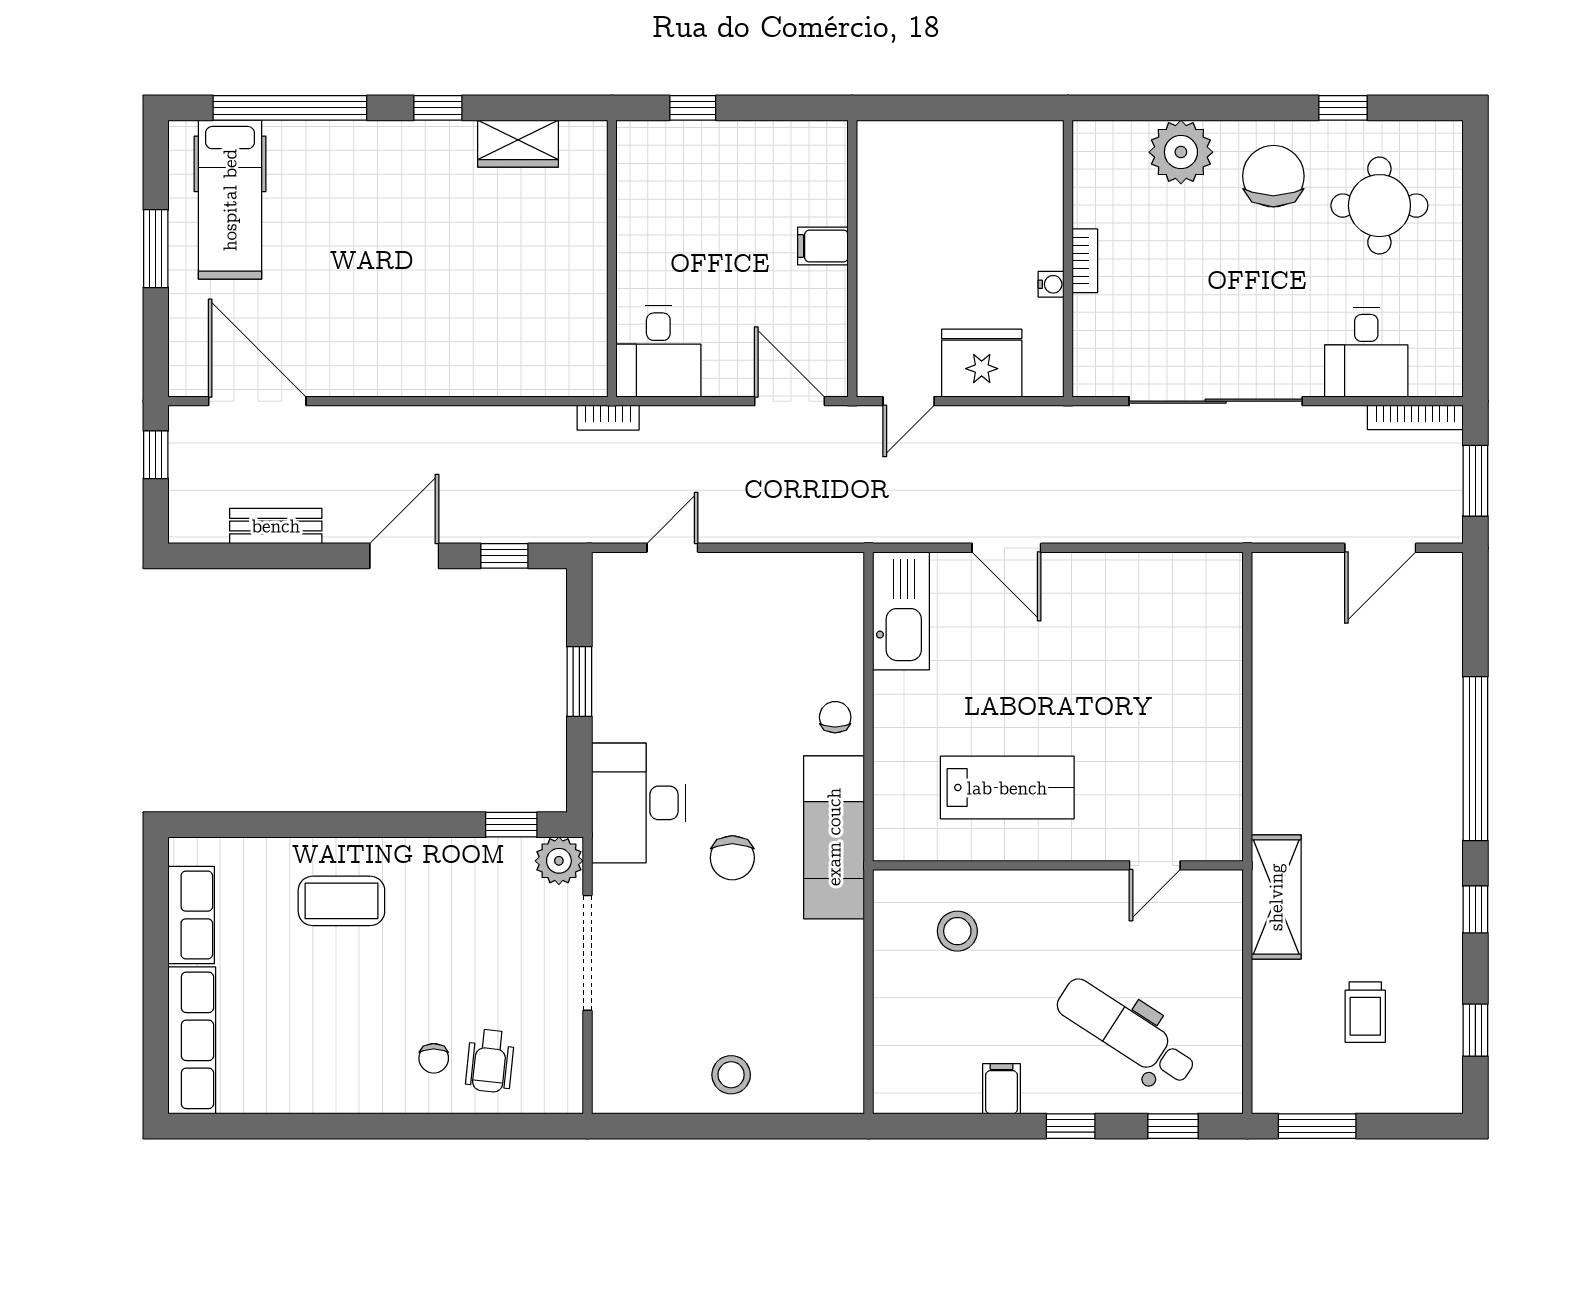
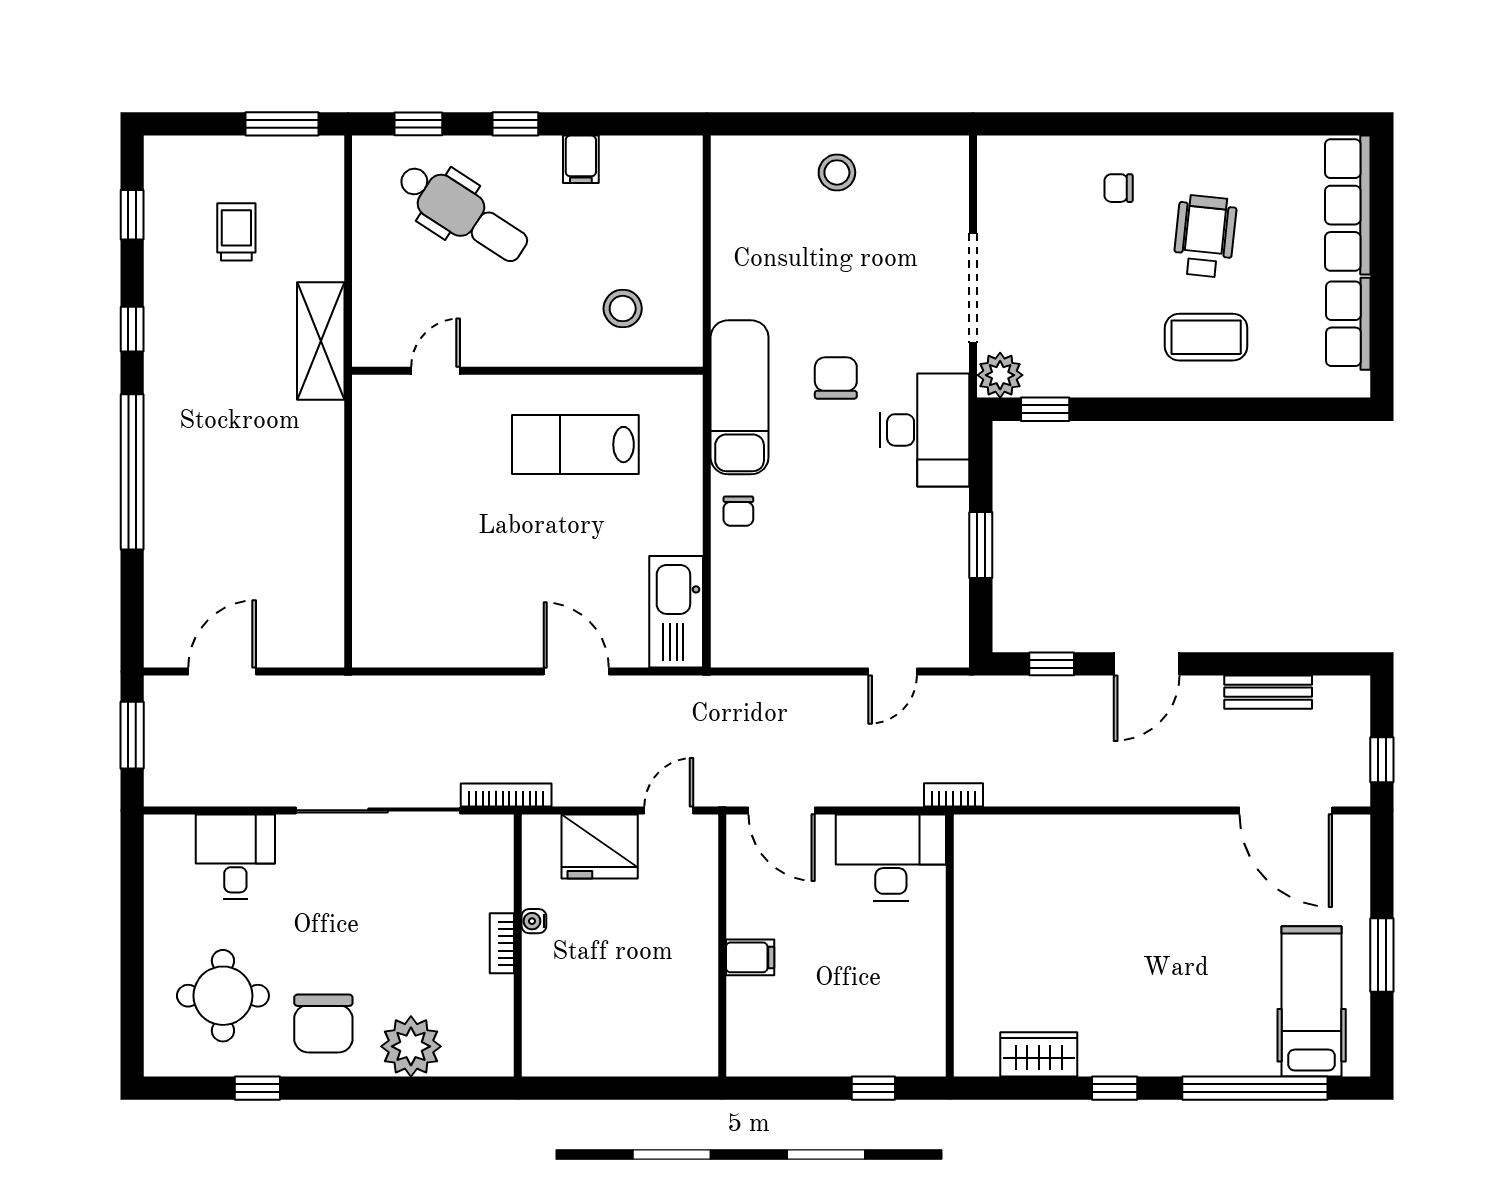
desk: (658, 351) -> (891, 858), width x1.37
bookcase: (1415, 417) -> (506, 795), moved
chair: (434, 1058) -> (1119, 188), turned -90
wheelchair: (490, 1061) -> (1205, 236), moved, width x1.36, depth x1.37

